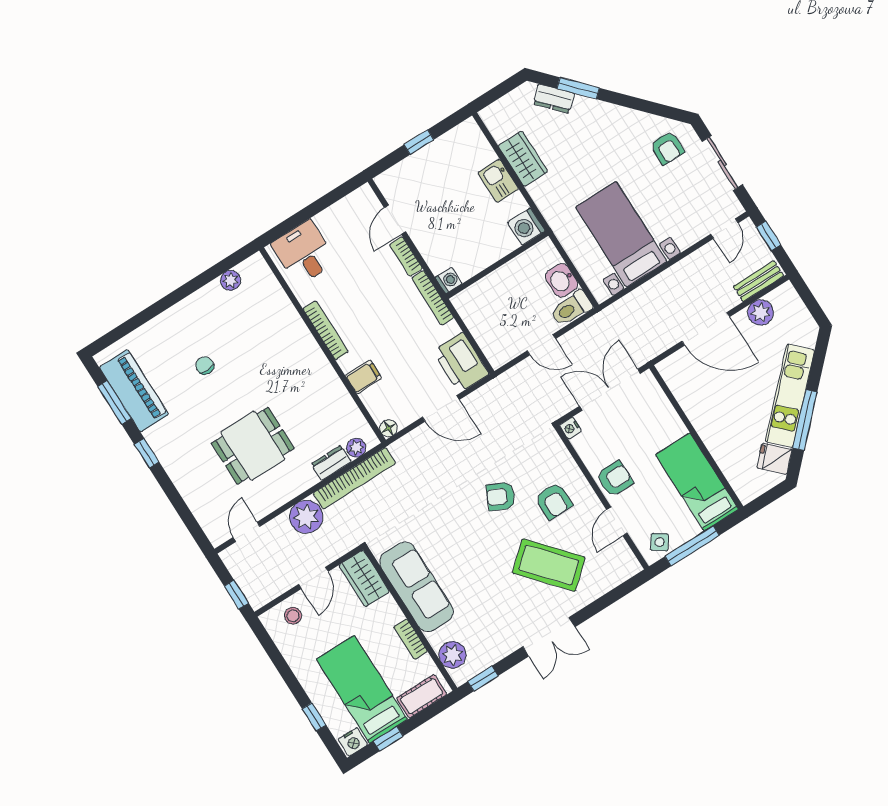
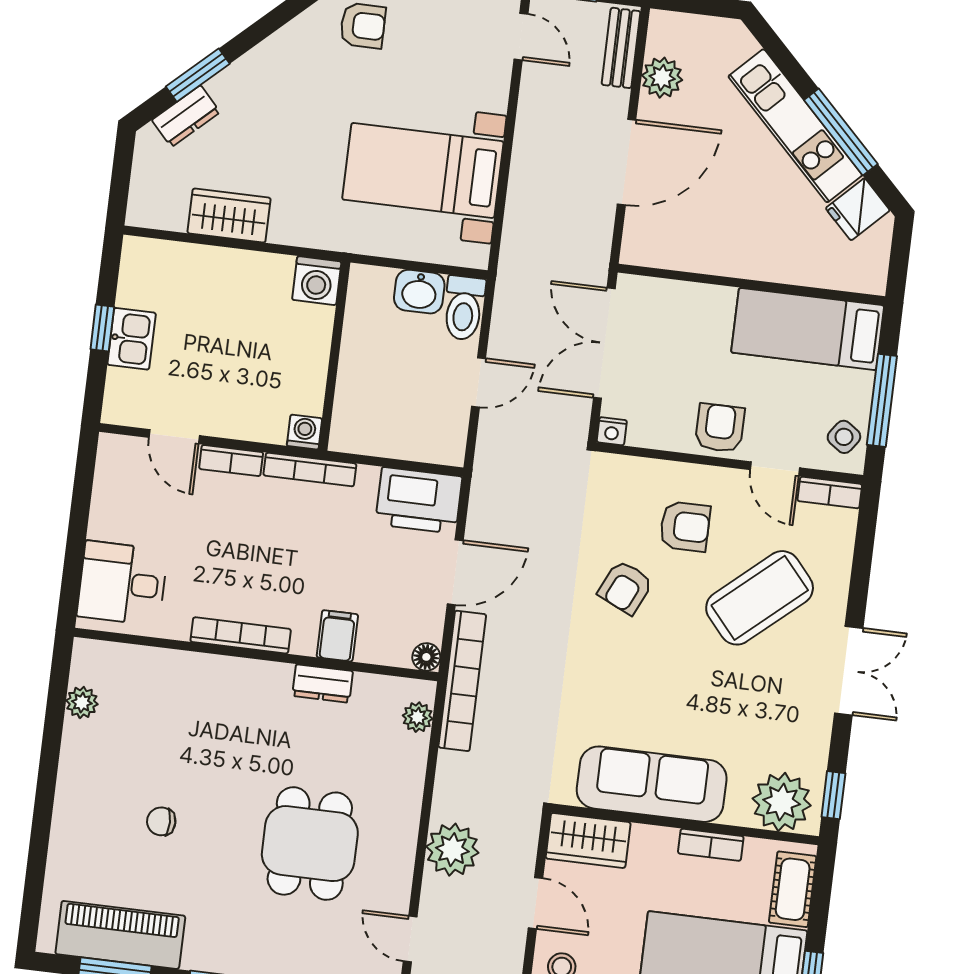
kitchen sink: (498, 181) -> (132, 339), moved, turned -90
dresser: (331, 463) -> (323, 683), moved, turned -90
bookcase: (354, 478) -> (462, 681), moved
bookcase: (627, 557) -> (830, 493), added
plant: (452, 655) -> (782, 802), width x1.36, depth x1.36

